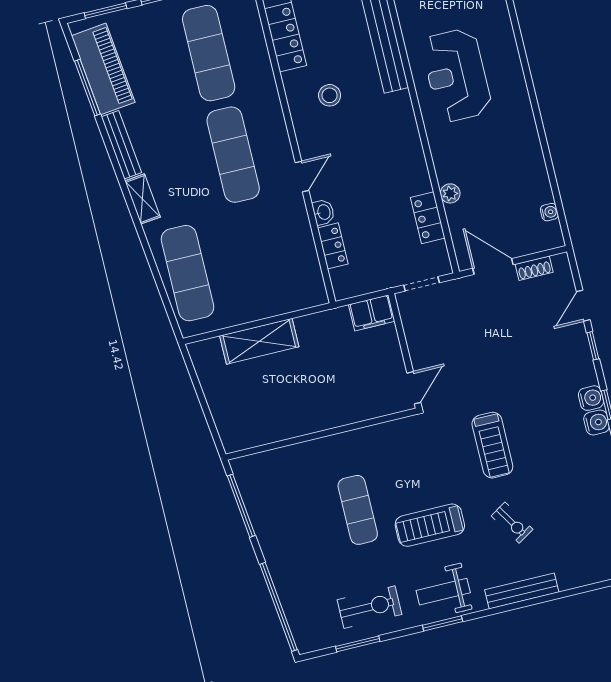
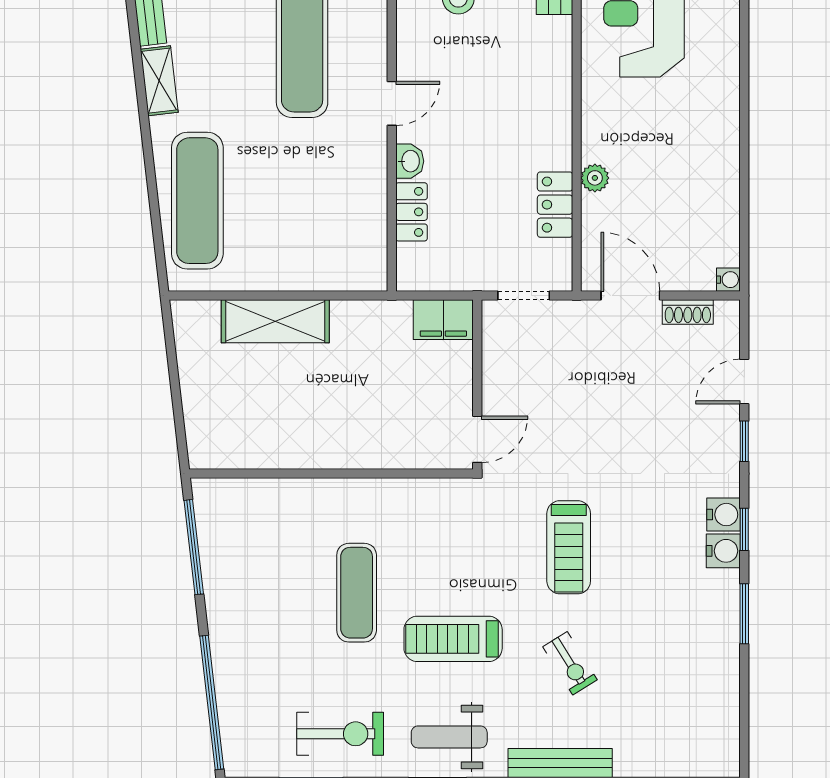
water cooler: (549, 212) -> (728, 280), moved

